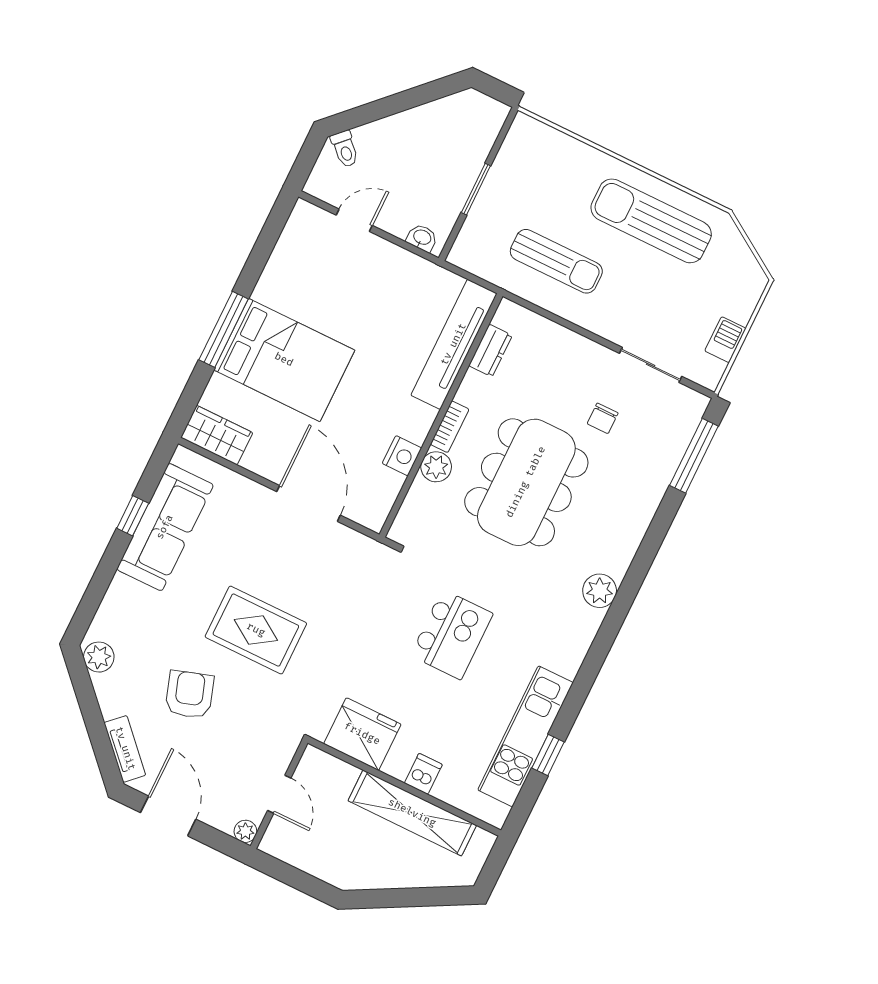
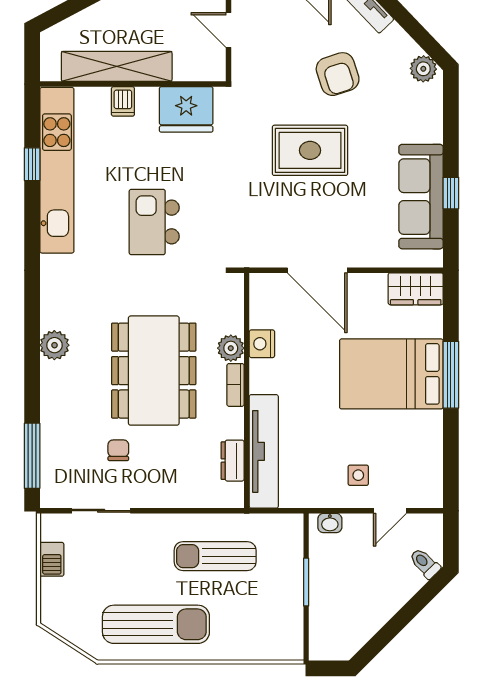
side table: (369, 273) -> (358, 475), added
plant: (600, 591) -> (54, 345), moved
kitchen unit: (525, 736) -> (57, 170), width x1.36

